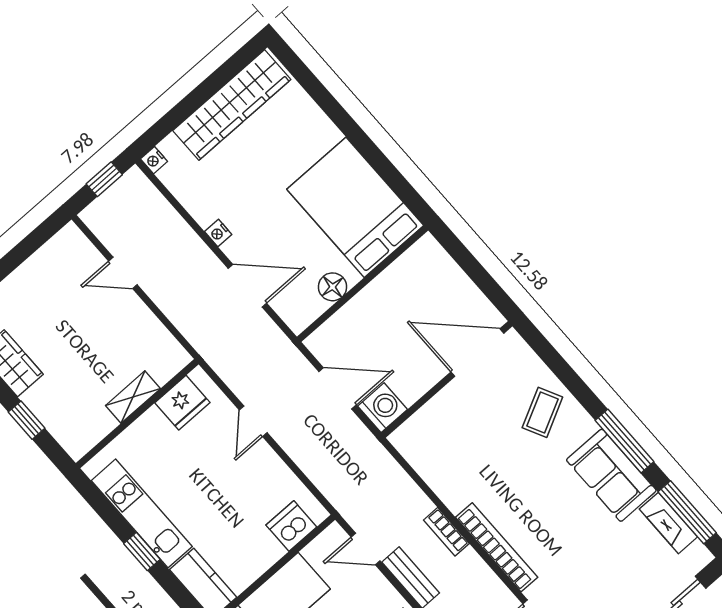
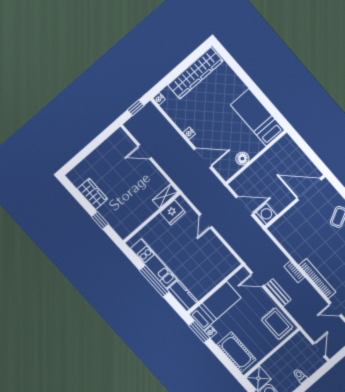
bed: (355, 207) -> (258, 117), width x0.67
shelving: (133, 397) -> (165, 196), moved
dishwasher: (291, 526) -> (223, 269), removed
window: (142, 551) -> (154, 281), width x2.17

